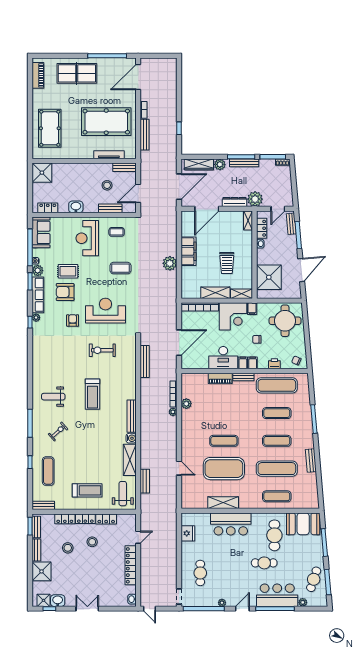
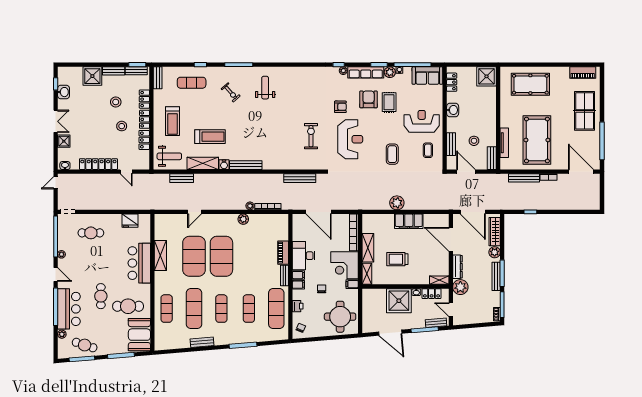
shower: (269, 277) -> (399, 301), moved
treadmill: (93, 394) -> (210, 137), moved, turned 180
plant: (186, 404) -> (243, 219), moved
exercise mat: (224, 441) -> (221, 256), width x2.00, depth x1.45
shower: (44, 600) -> (64, 141), moved

